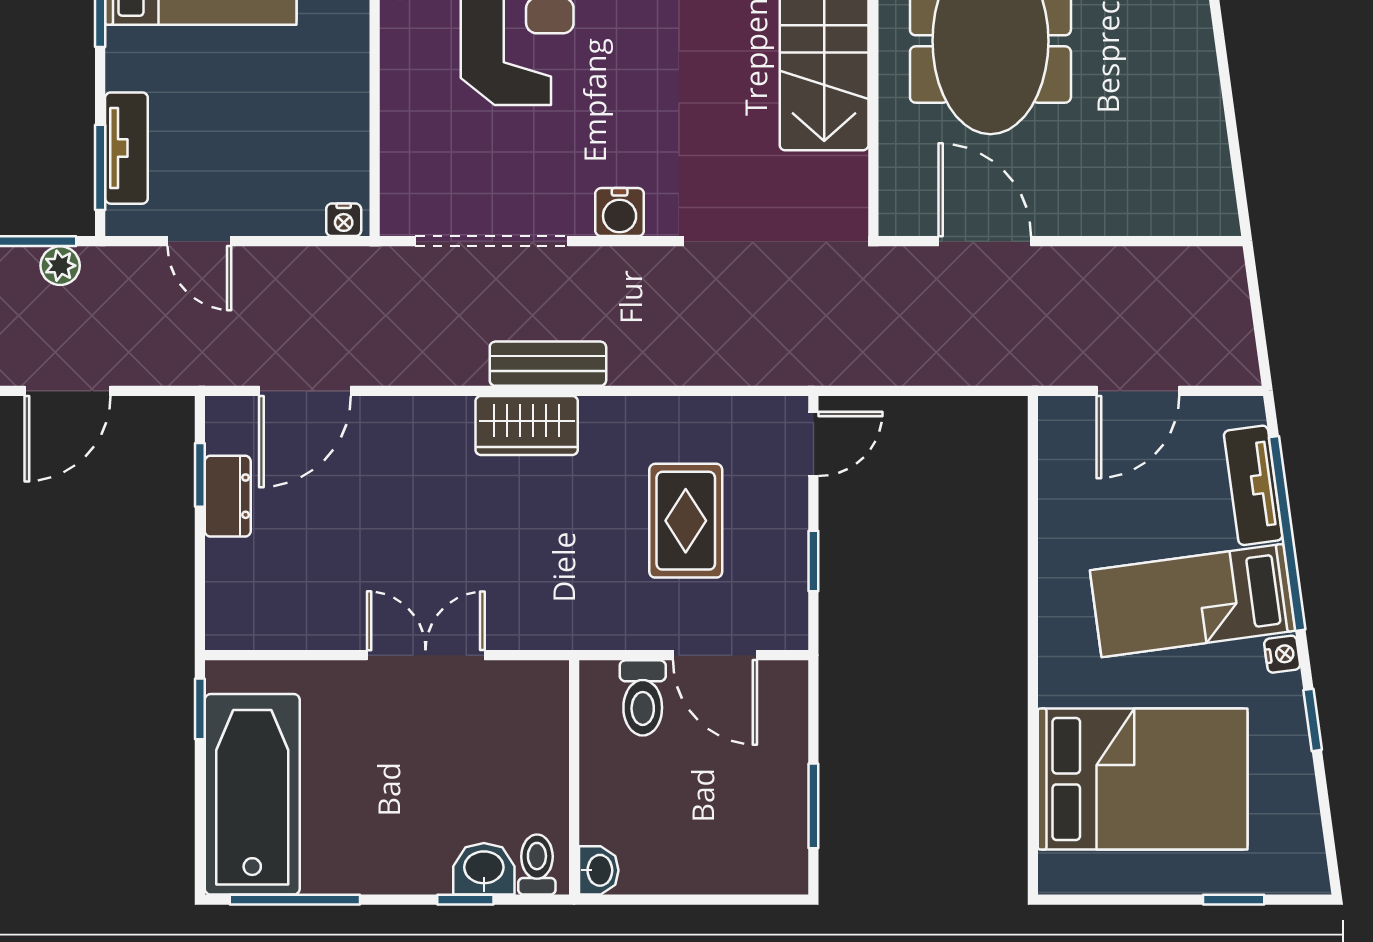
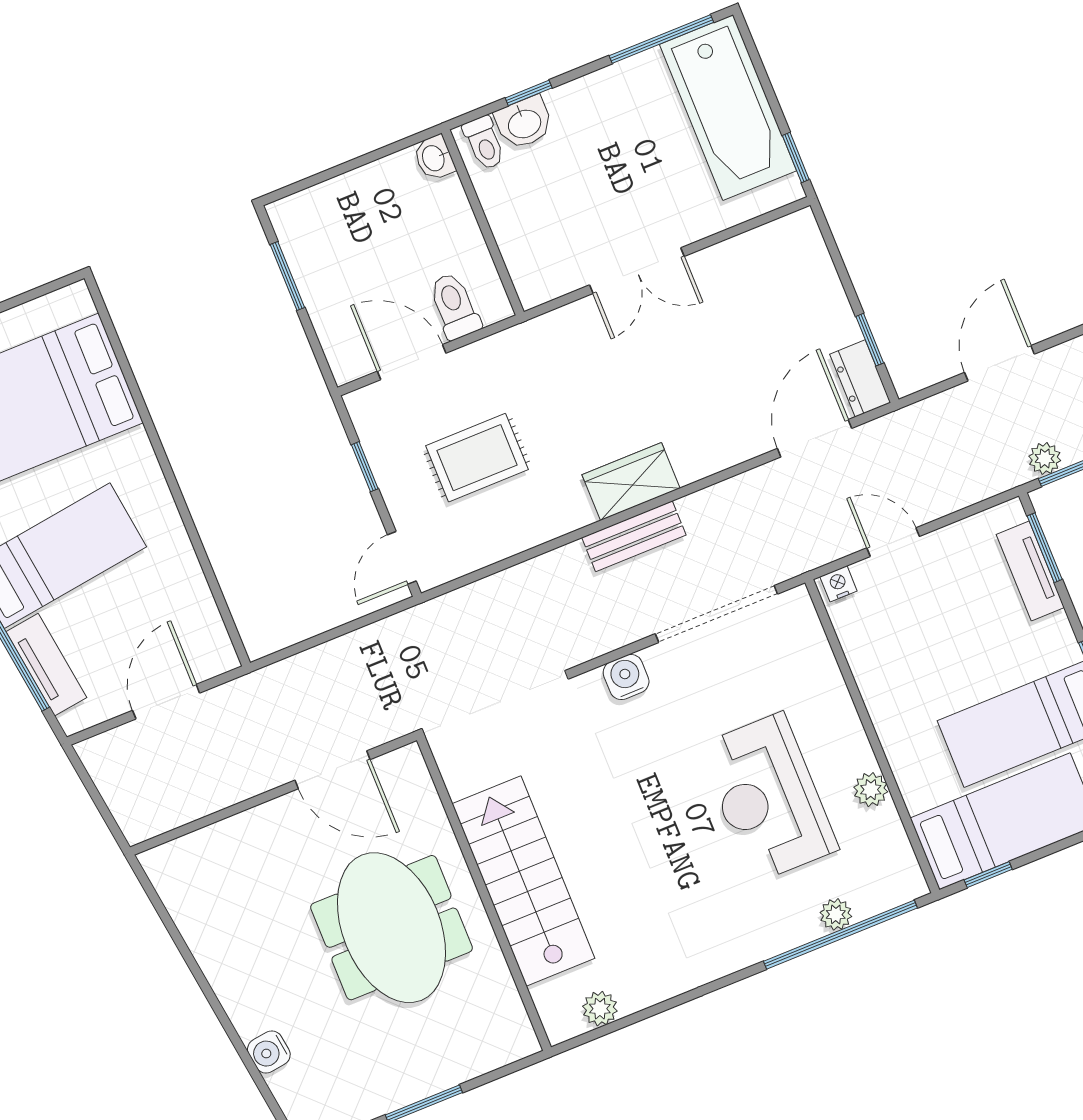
door: (199, 241) -> (893, 542), moved
dresser: (228, 496) -> (860, 378), moved
rug: (686, 521) -> (477, 458), turned 90

